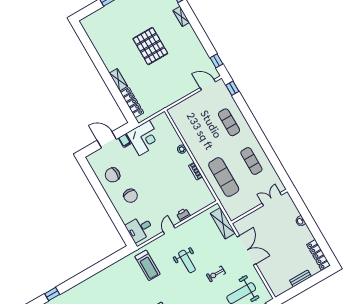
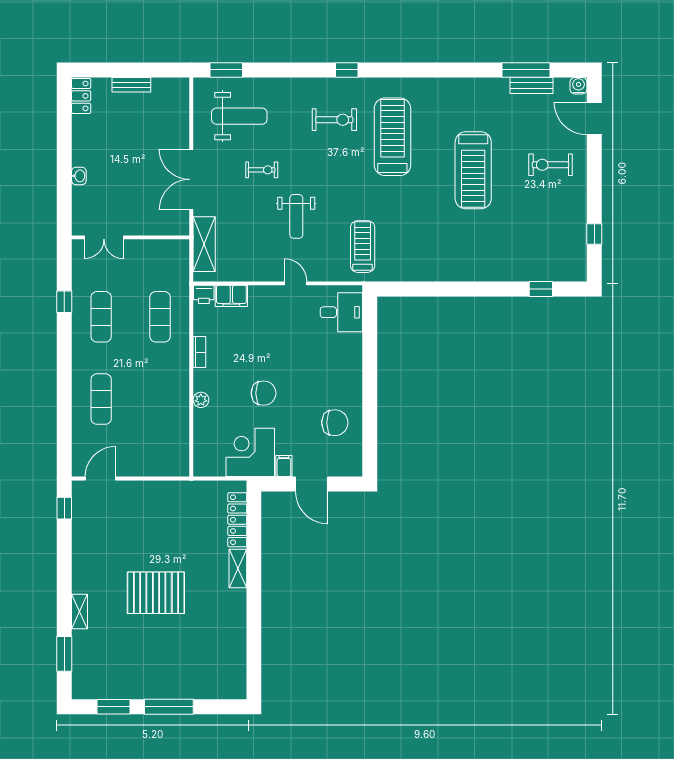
pallet: (150, 46) -> (156, 593), turned 90
door: (208, 85) -> (100, 478), swing flipped
window: (232, 88) -> (64, 302), moved
exercise mat: (224, 177) -> (160, 317), width x0.73, depth x0.69
chair: (130, 196) -> (264, 393), moved, turned 90
filing cabinet: (196, 206) -> (231, 296), added
printer: (183, 215) -> (204, 294), moved
door: (169, 230) -> (296, 283), swing flipped
locker: (318, 255) -> (81, 96), width x0.66
weight bench: (187, 261) -> (296, 216), turned 180

